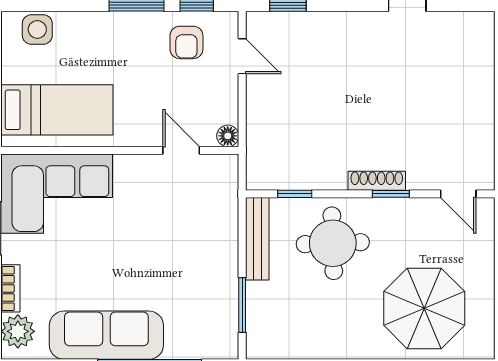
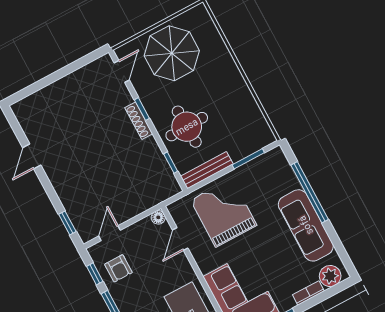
armchair: (186, 42) -> (118, 268), turned 90
grand piano: (186, 230) -> (223, 212), added
parasol: (424, 308) -> (172, 53), moved

